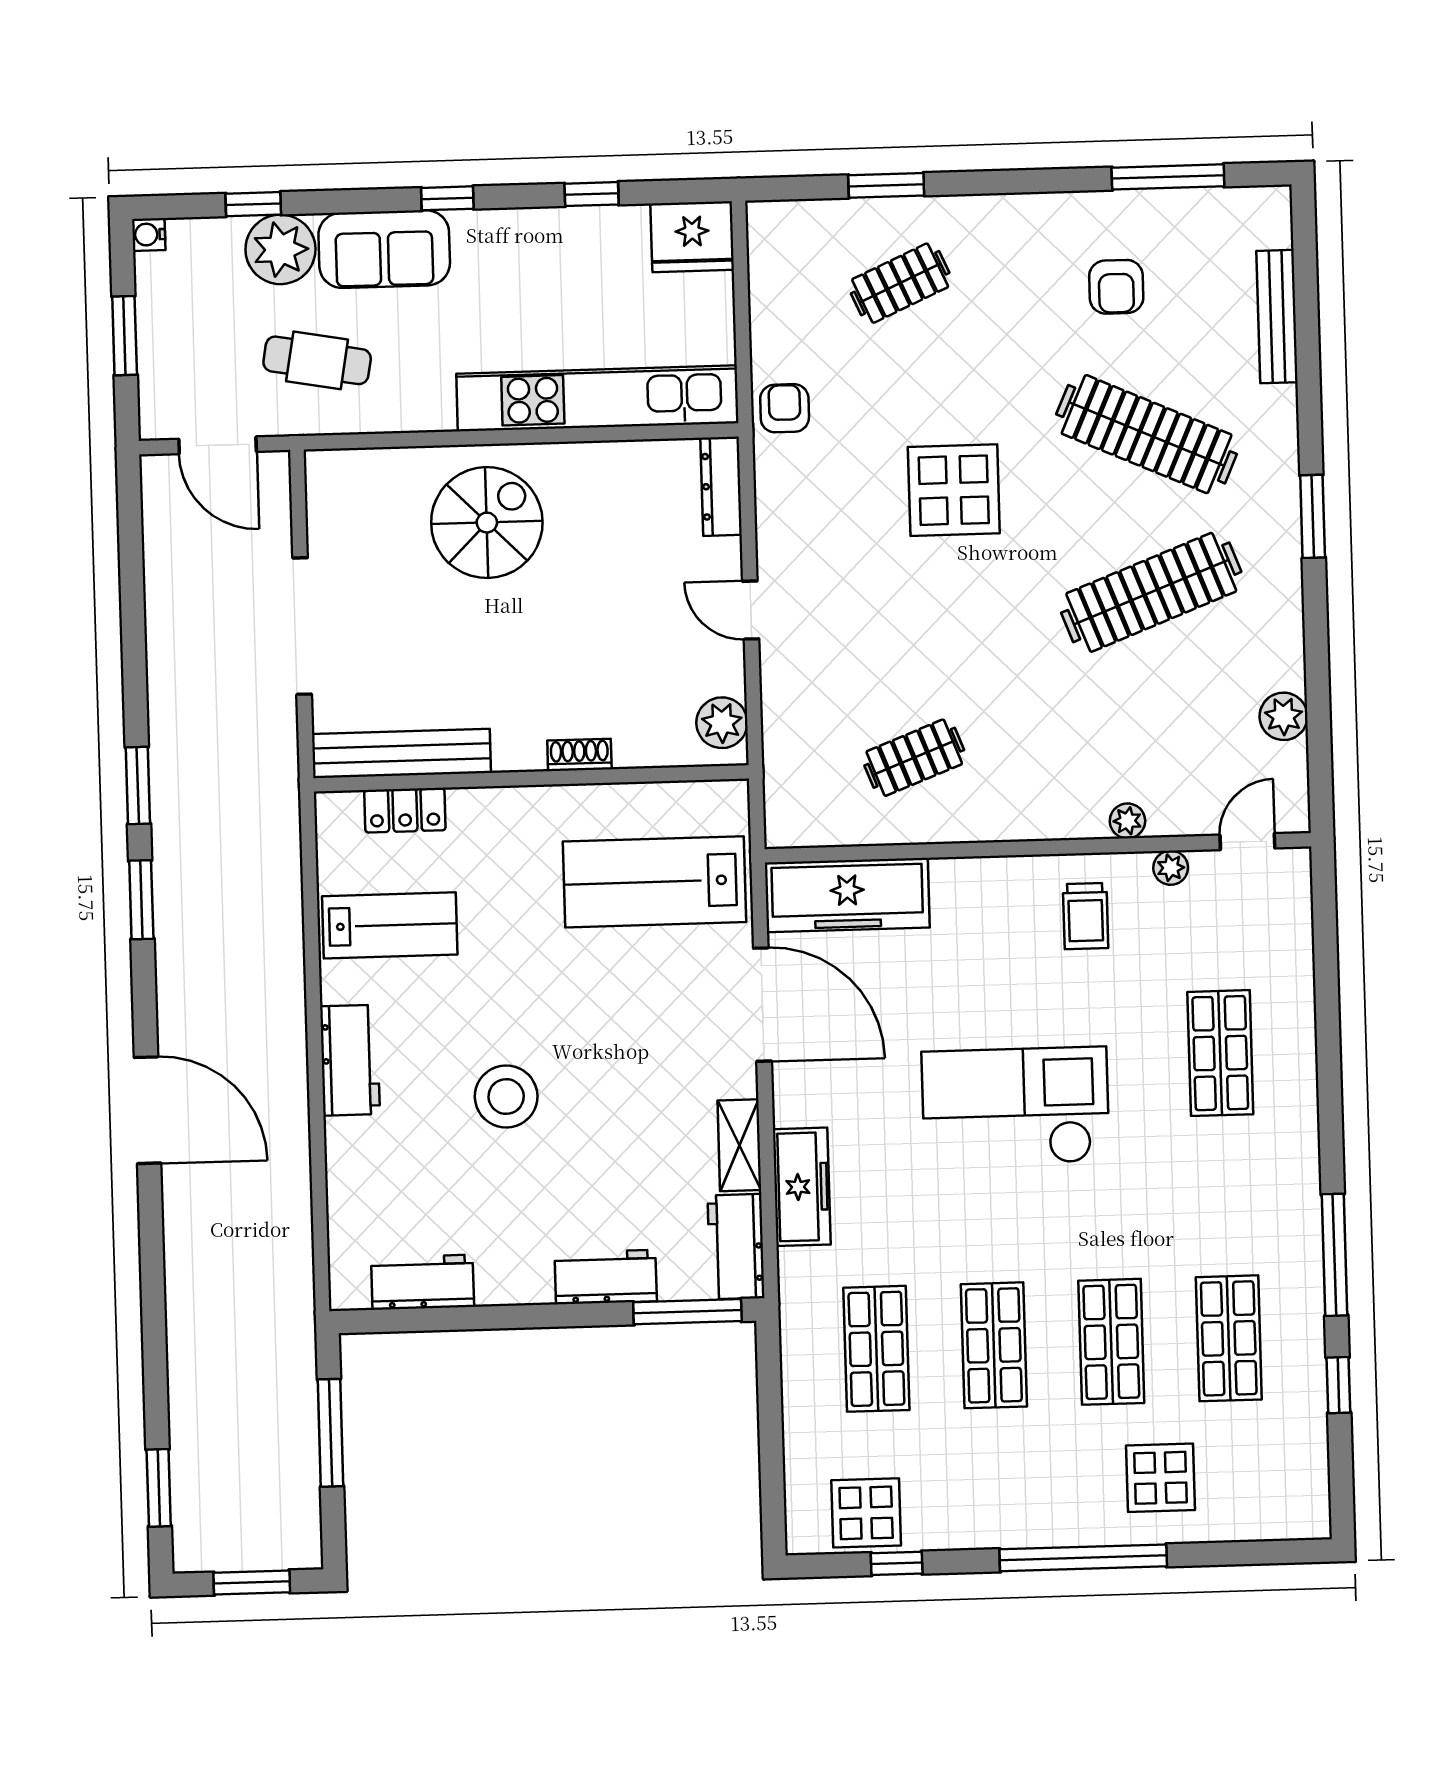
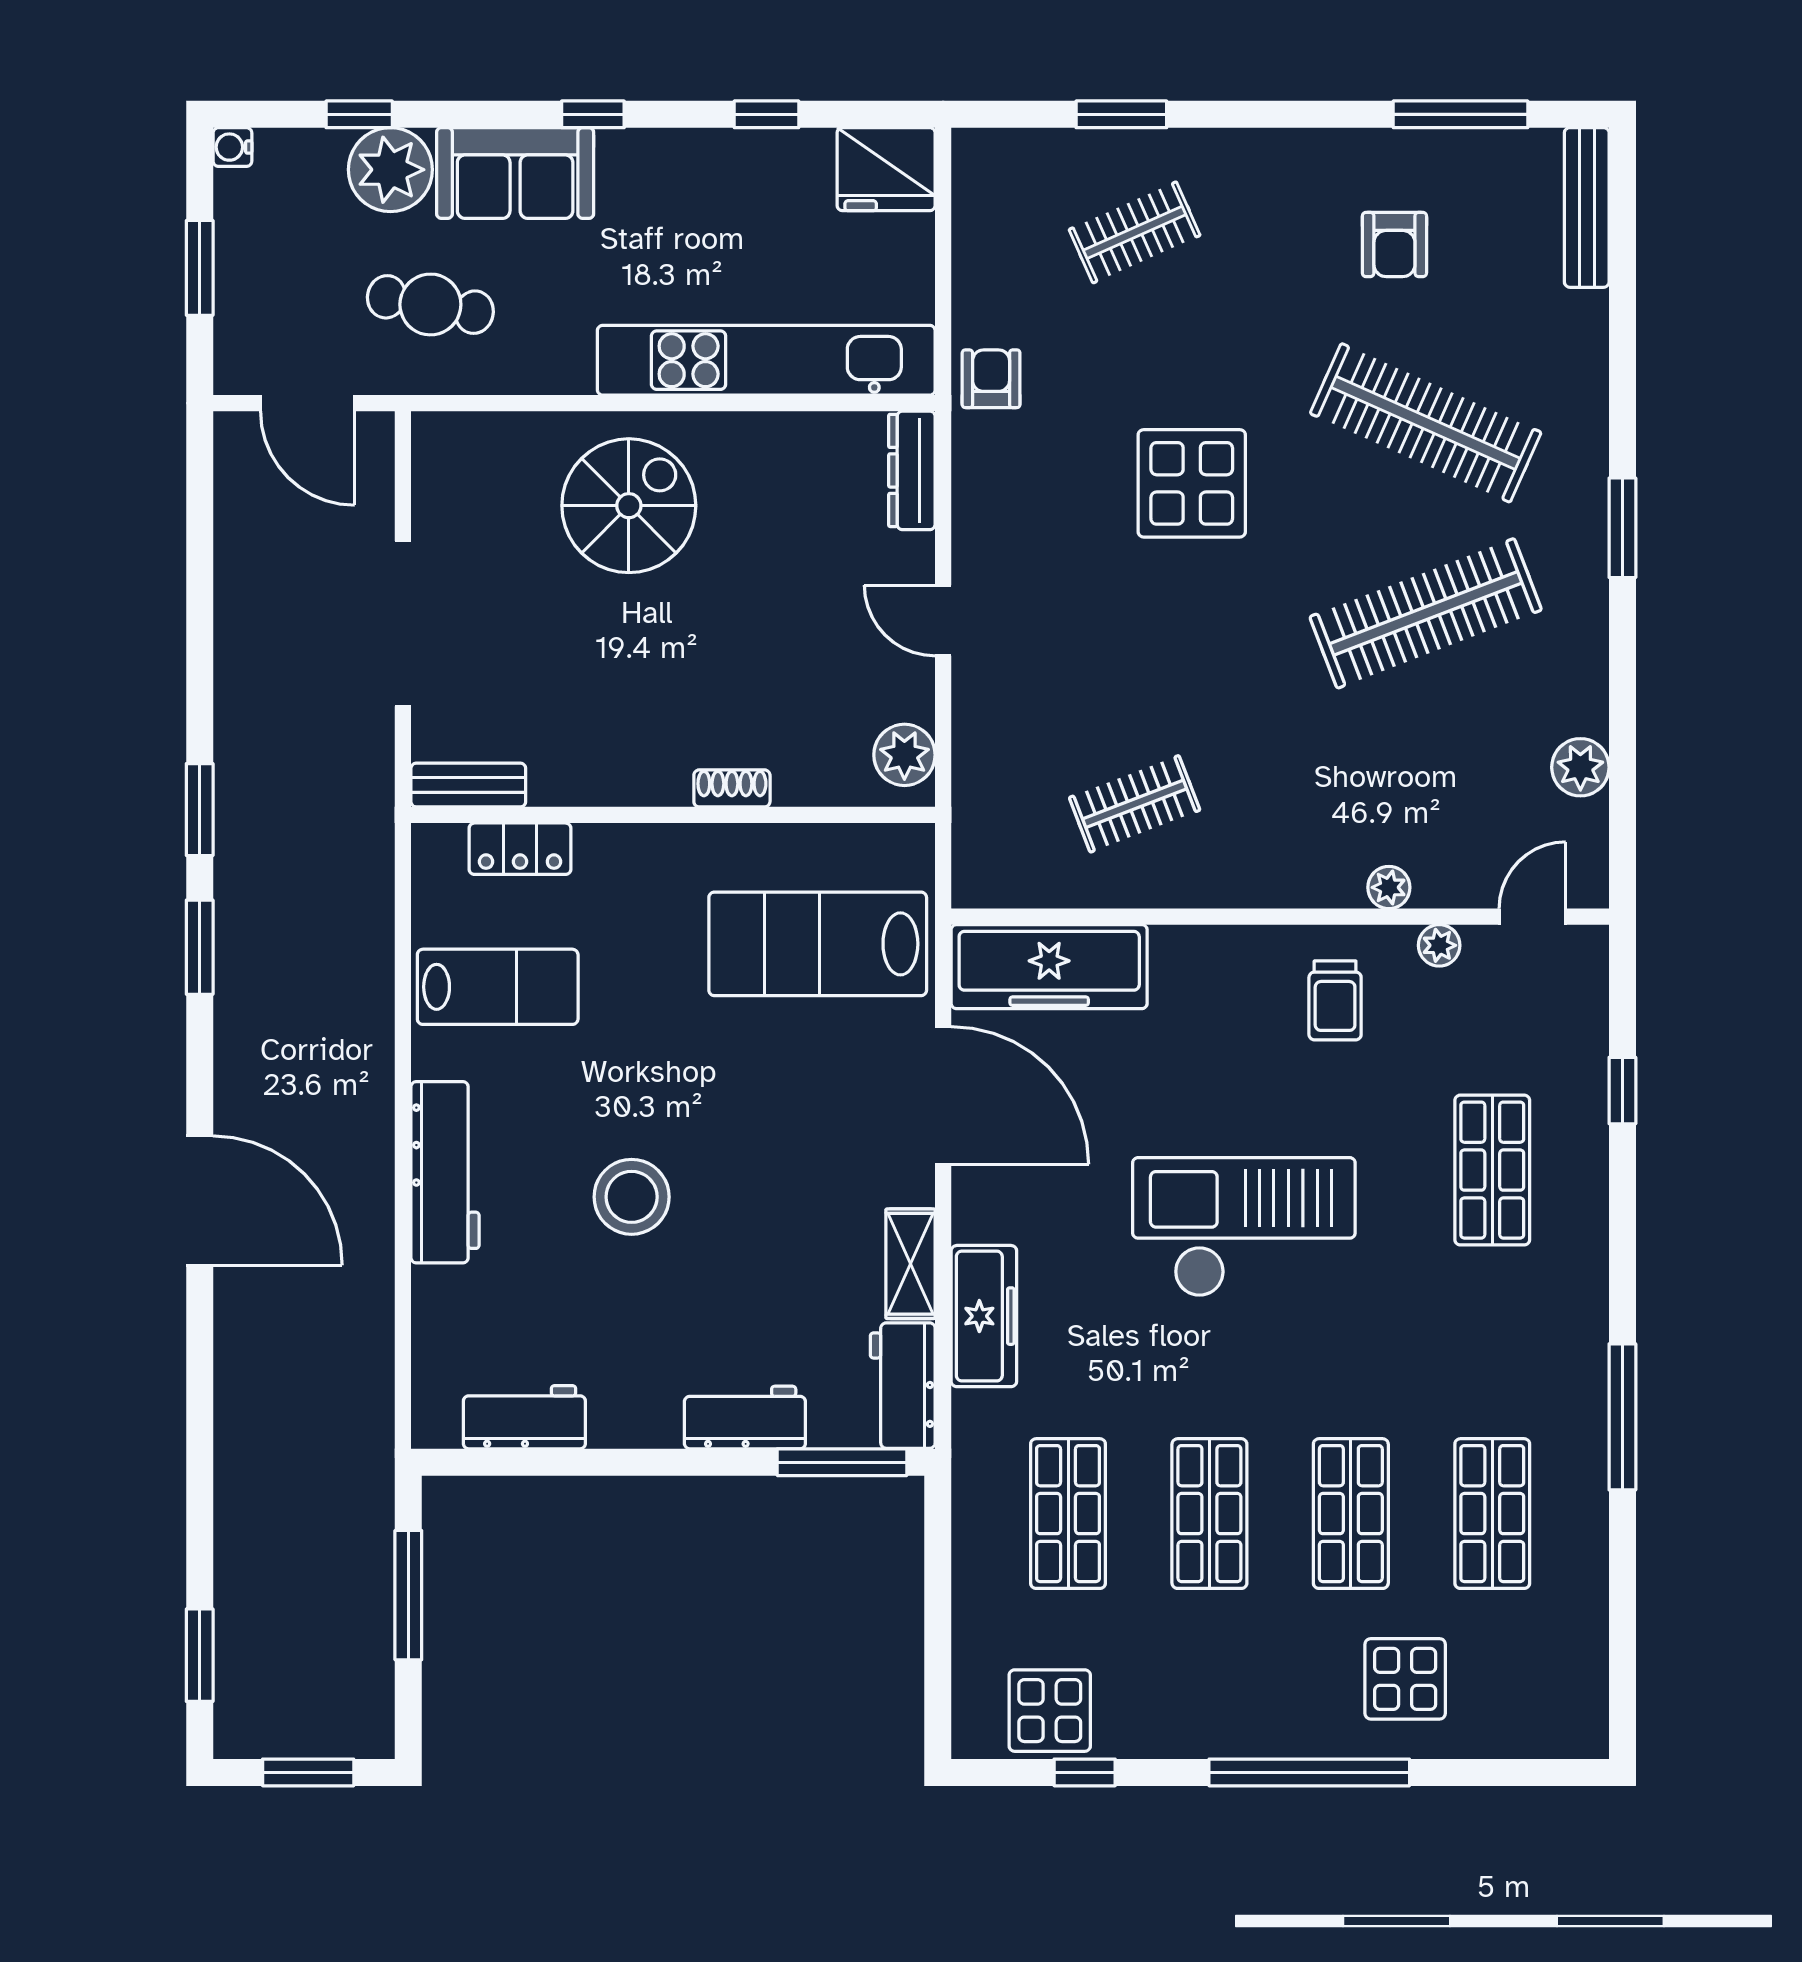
bench: (1277, 317) -> (1587, 207), moved
bench: (401, 753) -> (468, 785), width x0.54, depth x0.82
workbench: (350, 1060) -> (445, 1172), width x1.38
window: (1338, 1385) -> (1622, 1091), moved

